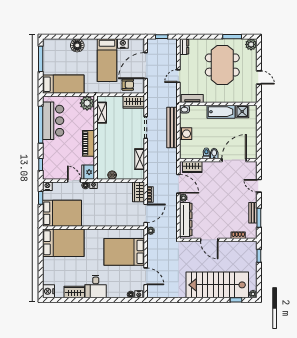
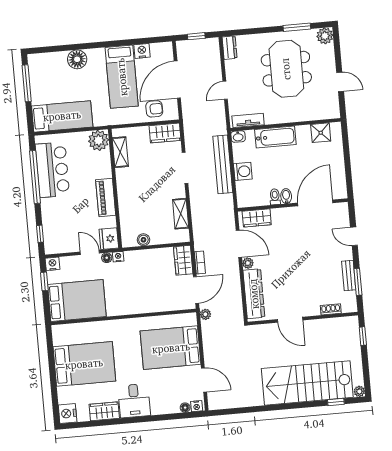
bathtub: (221, 112) -> (275, 137), moved
bed: (63, 243) -> (84, 364), moved

